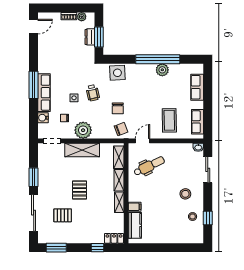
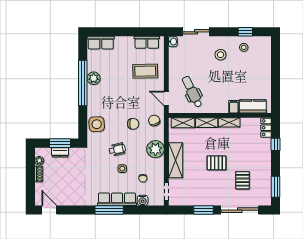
row of seats: (197, 87) -> (101, 43), moved
plant: (83, 130) -> (155, 149), moved

